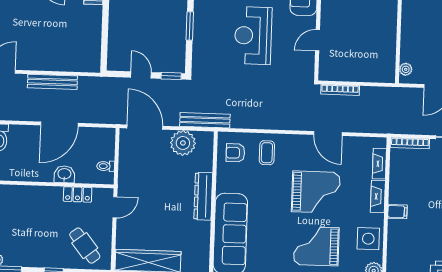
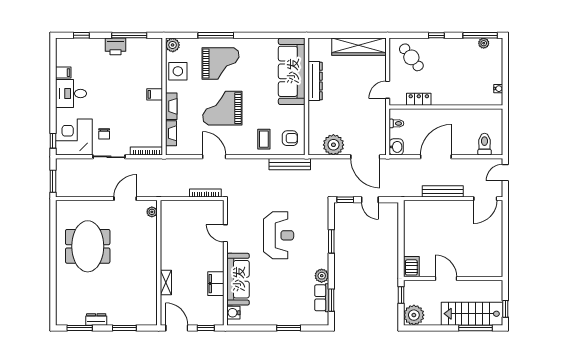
door: (318, 40) -> (225, 233), swing flipped
bench: (205, 120) -> (290, 164), moved
washbasin: (64, 174) -> (396, 147), moved, turned -90
dresser: (203, 196) -> (315, 81), moved

